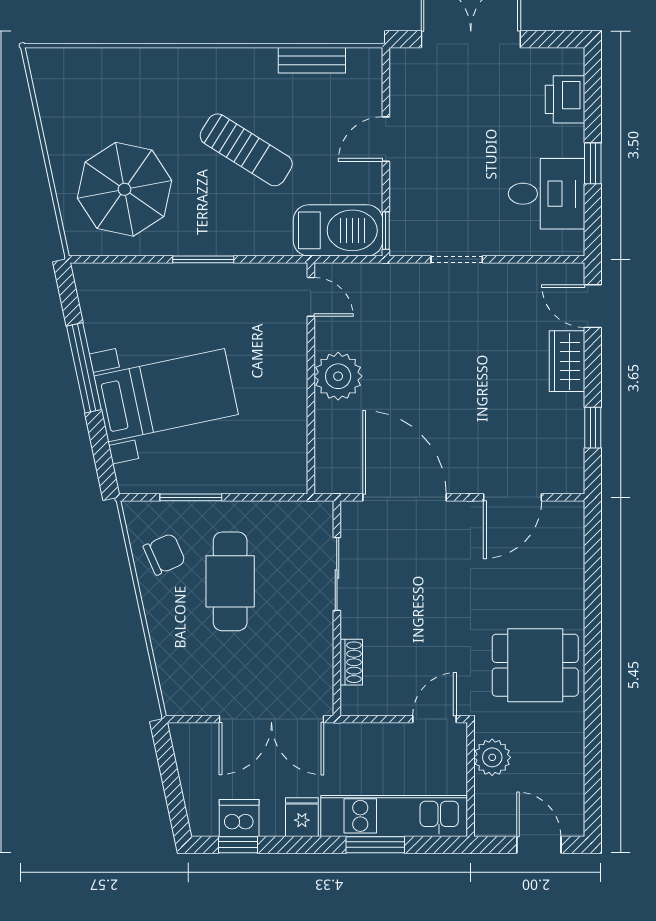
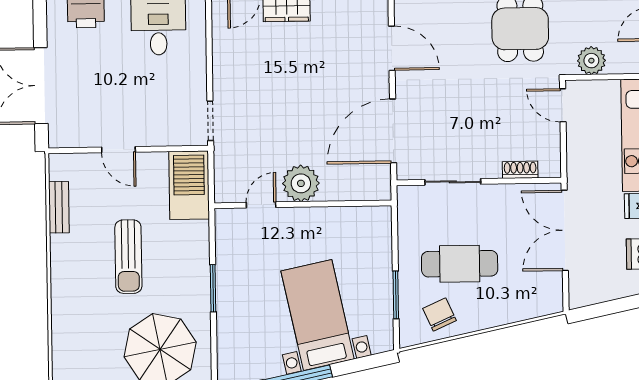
sun lounger: (246, 150) -> (128, 257), turned 148
window: (386, 231) -> (189, 149), removed
doorway: (457, 259) -> (210, 121), moved
door: (311, 297) -> (261, 205), moved
double door: (271, 719) -> (565, 230), swing flipped

